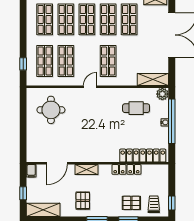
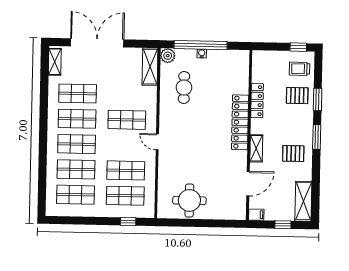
round table: (51, 110) -> (189, 200), moved
locker: (143, 156) -> (240, 122), moved
door: (57, 163) -> (248, 184), hinge flipped
pallet: (131, 203) -> (297, 96), turned 90

